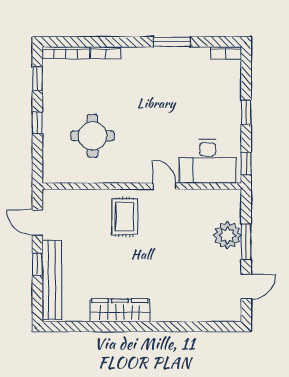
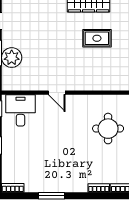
desk: (208, 161) -> (20, 110), width x0.73
rug: (125, 217) -> (97, 38), moved, turned 90

